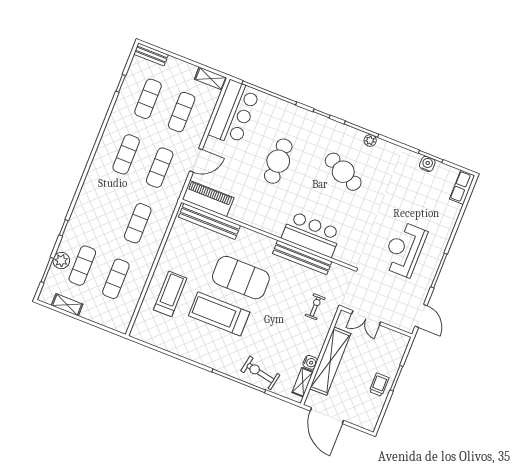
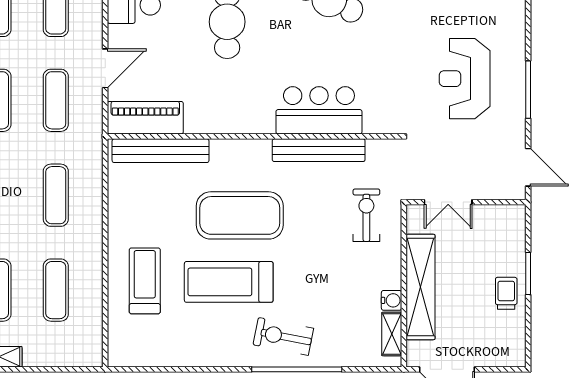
exercise bike: (315, 307) -> (366, 215), width x1.38, depth x1.39
exercise bike: (260, 373) -> (283, 336), moved

